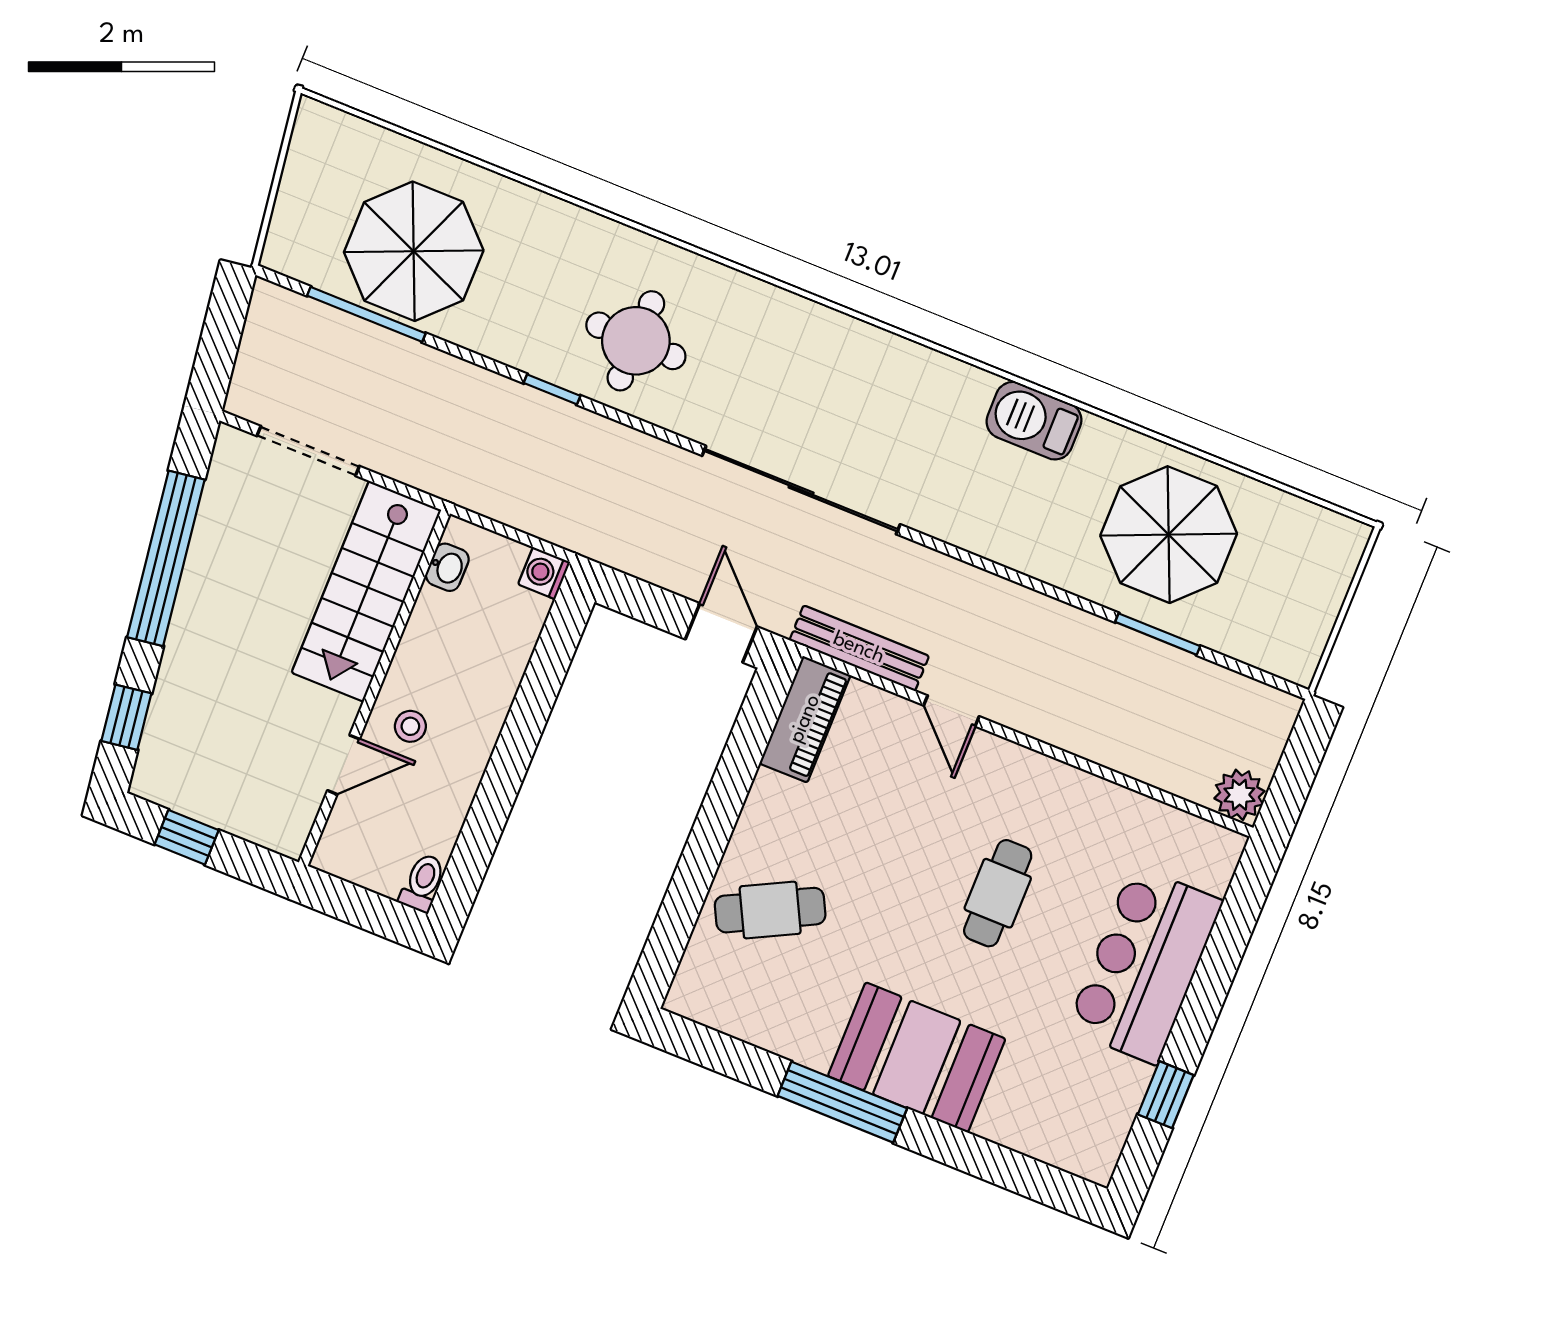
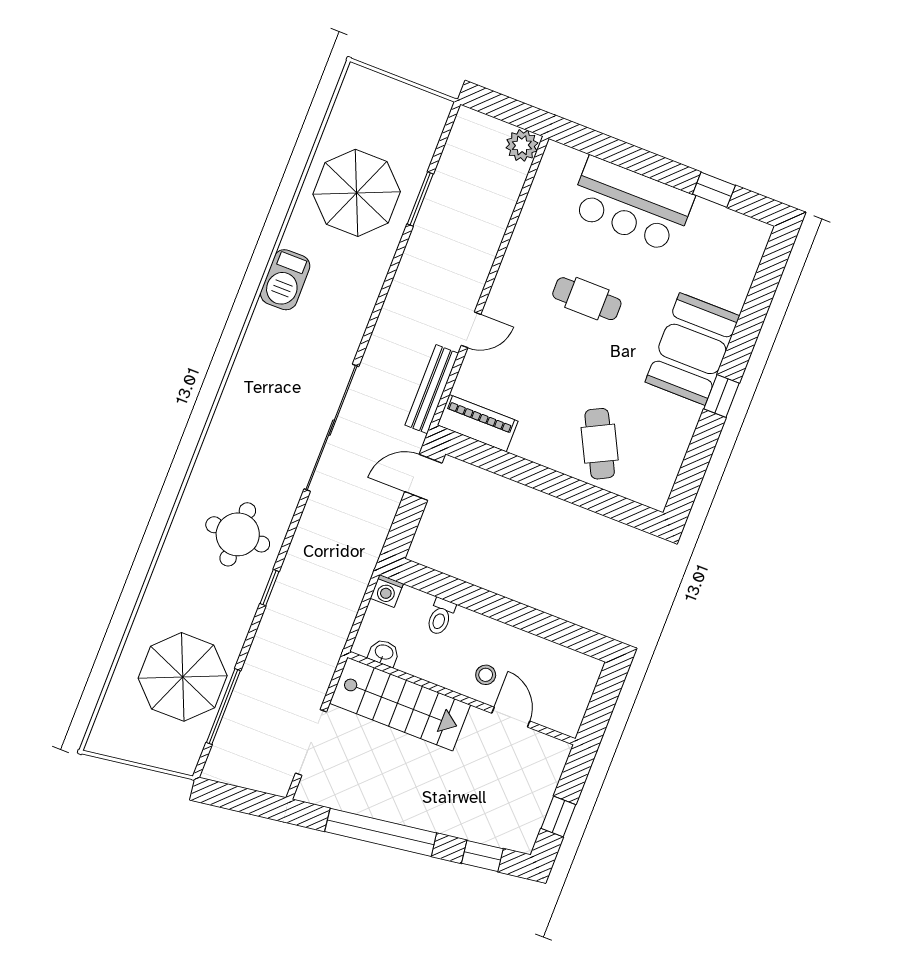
toilet: (423, 883) -> (441, 617), moved, turned -90
window: (842, 1102) -> (722, 396), width x0.46

